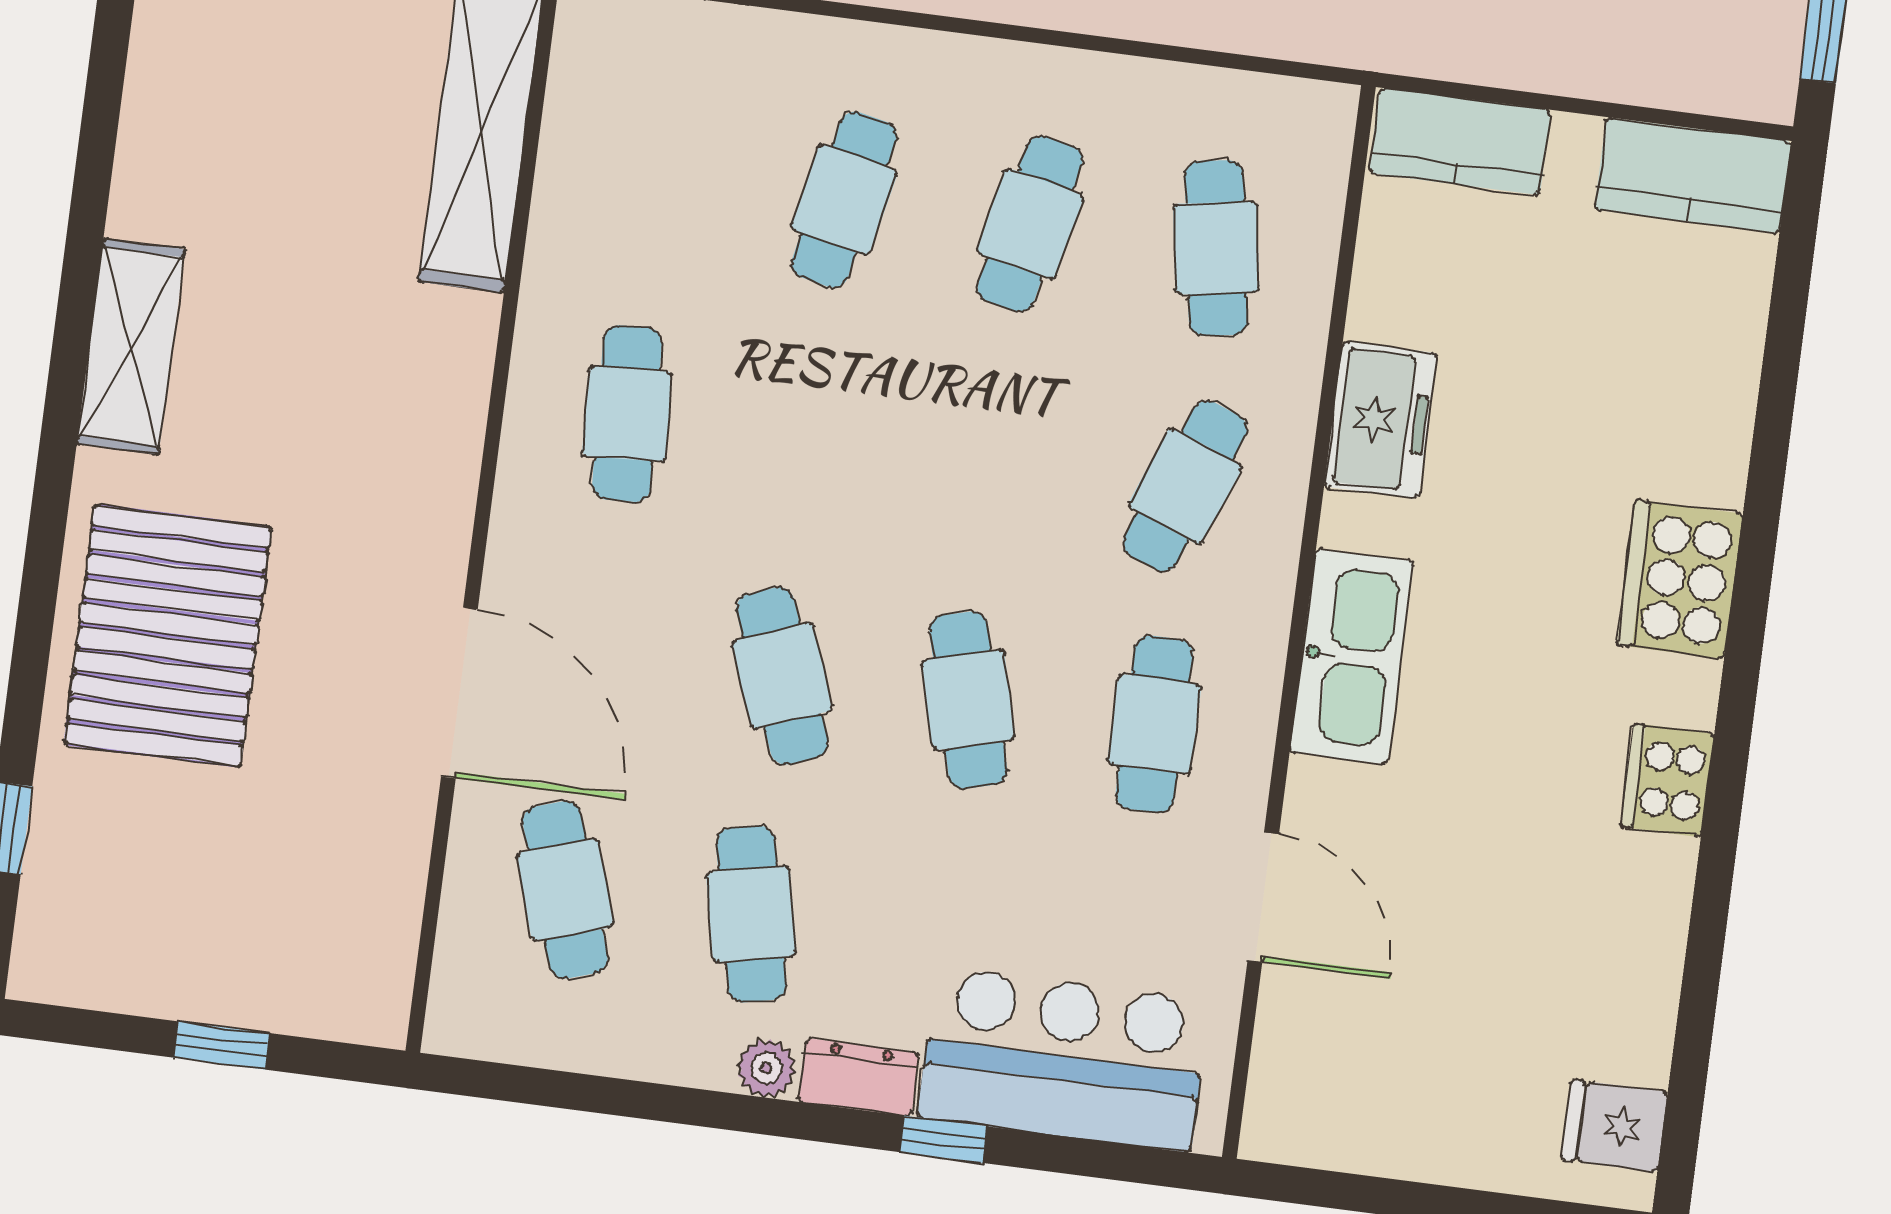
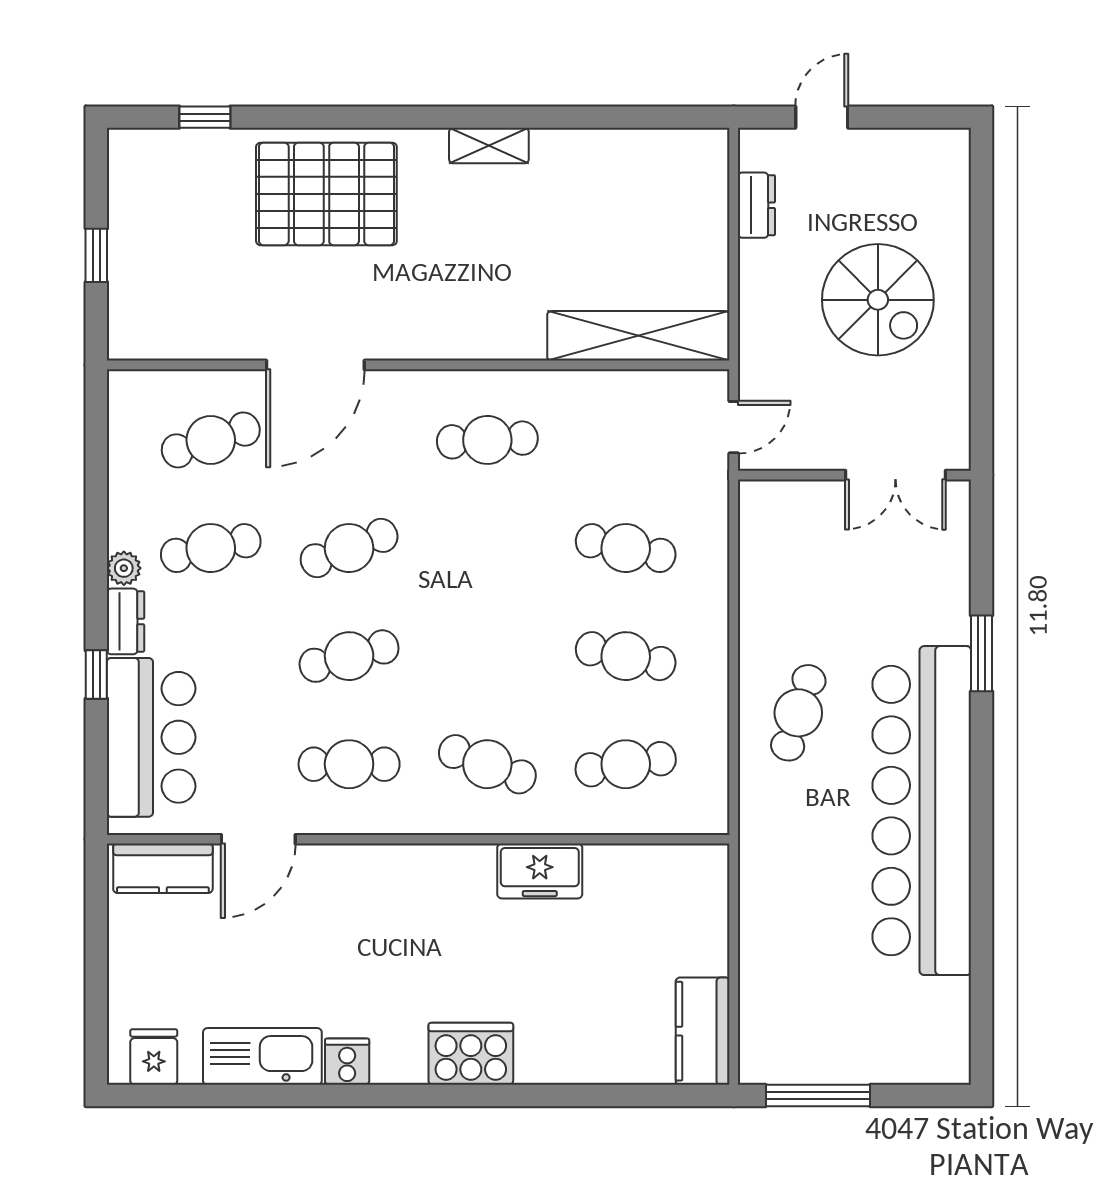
kitchen counter: (1460, 141) -> (163, 868), moved, turned -90
shelving: (131, 346) -> (489, 146), width x0.67, depth x0.75
kitchen sink: (1352, 656) -> (262, 1056), moved, turned 180
cooker: (1668, 780) -> (347, 1062), width x0.73

